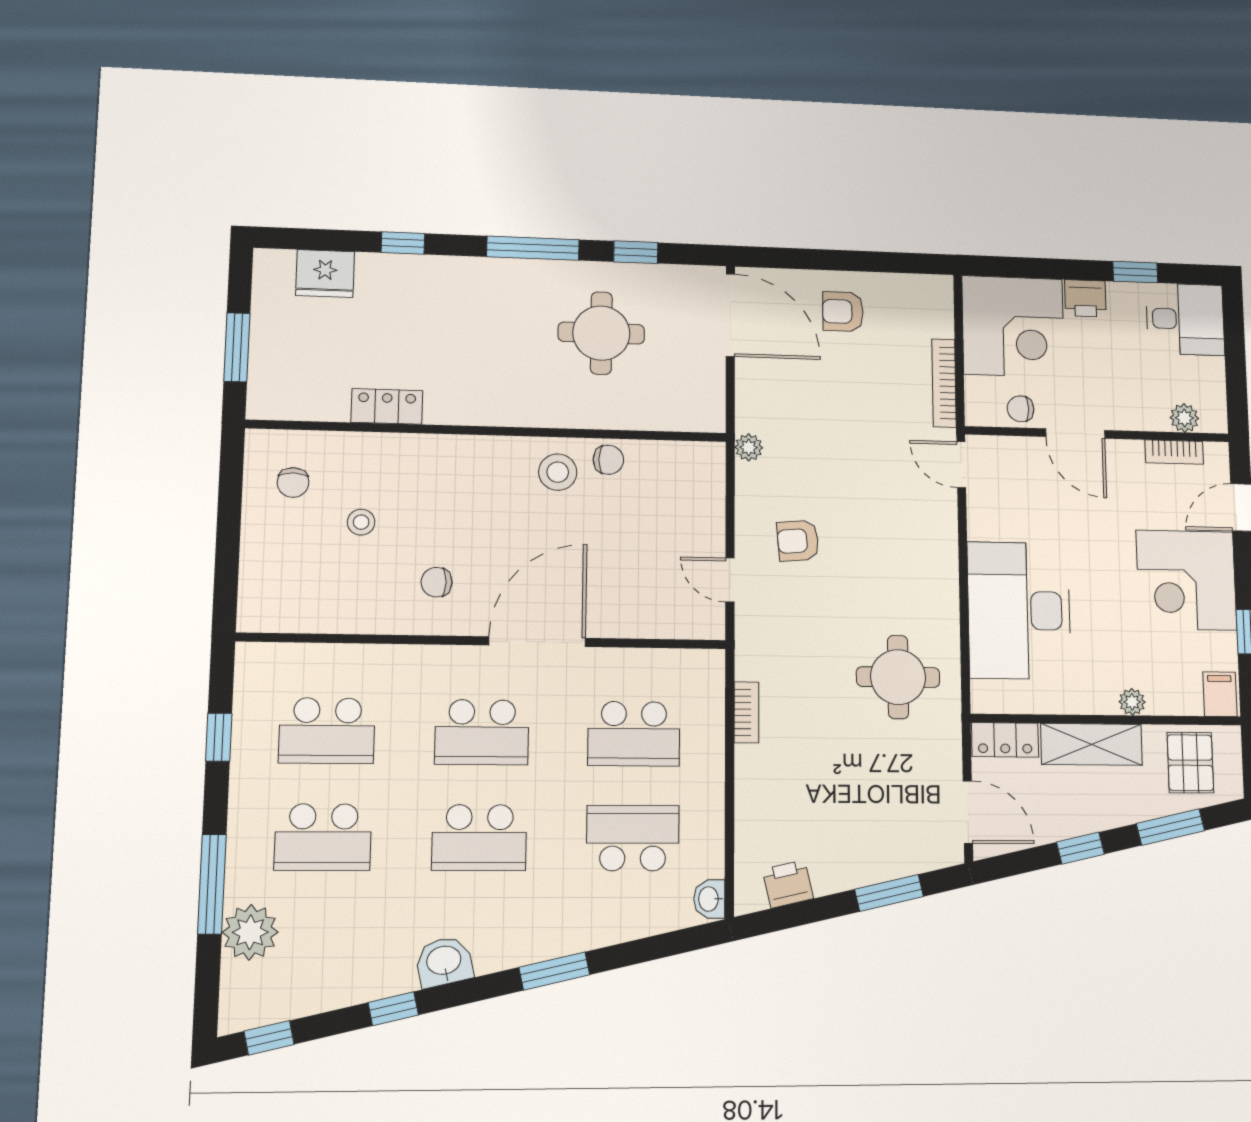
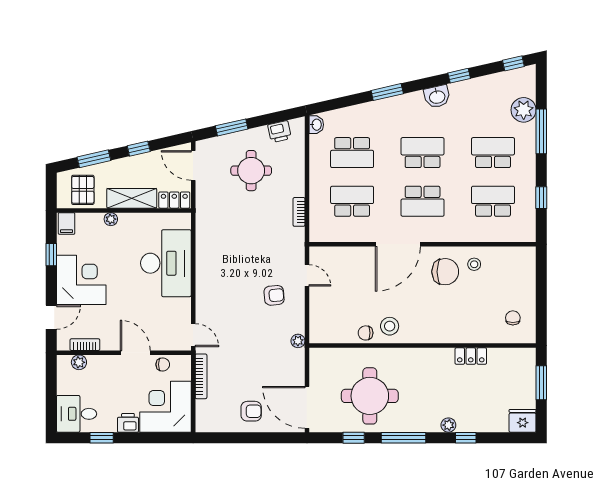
plant: (439, 269) -> (448, 425), added
fridge: (325, 274) -> (523, 421), moved
round table: (601, 333) -> (370, 396), width x1.36, depth x1.36
stool: (361, 522) -> (474, 264), moved
chair: (436, 582) -> (445, 272), width x1.87, depth x1.87
round table: (898, 677) -> (251, 171), moved
school desk: (482, 732) -> (423, 201), turned 180

